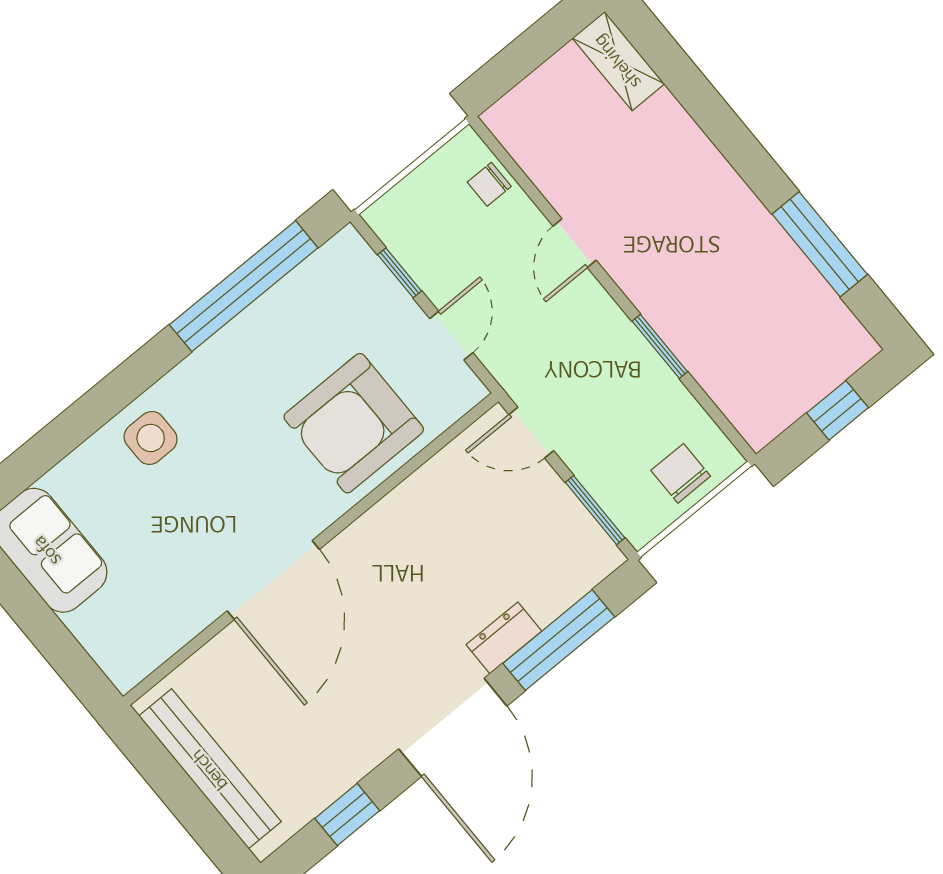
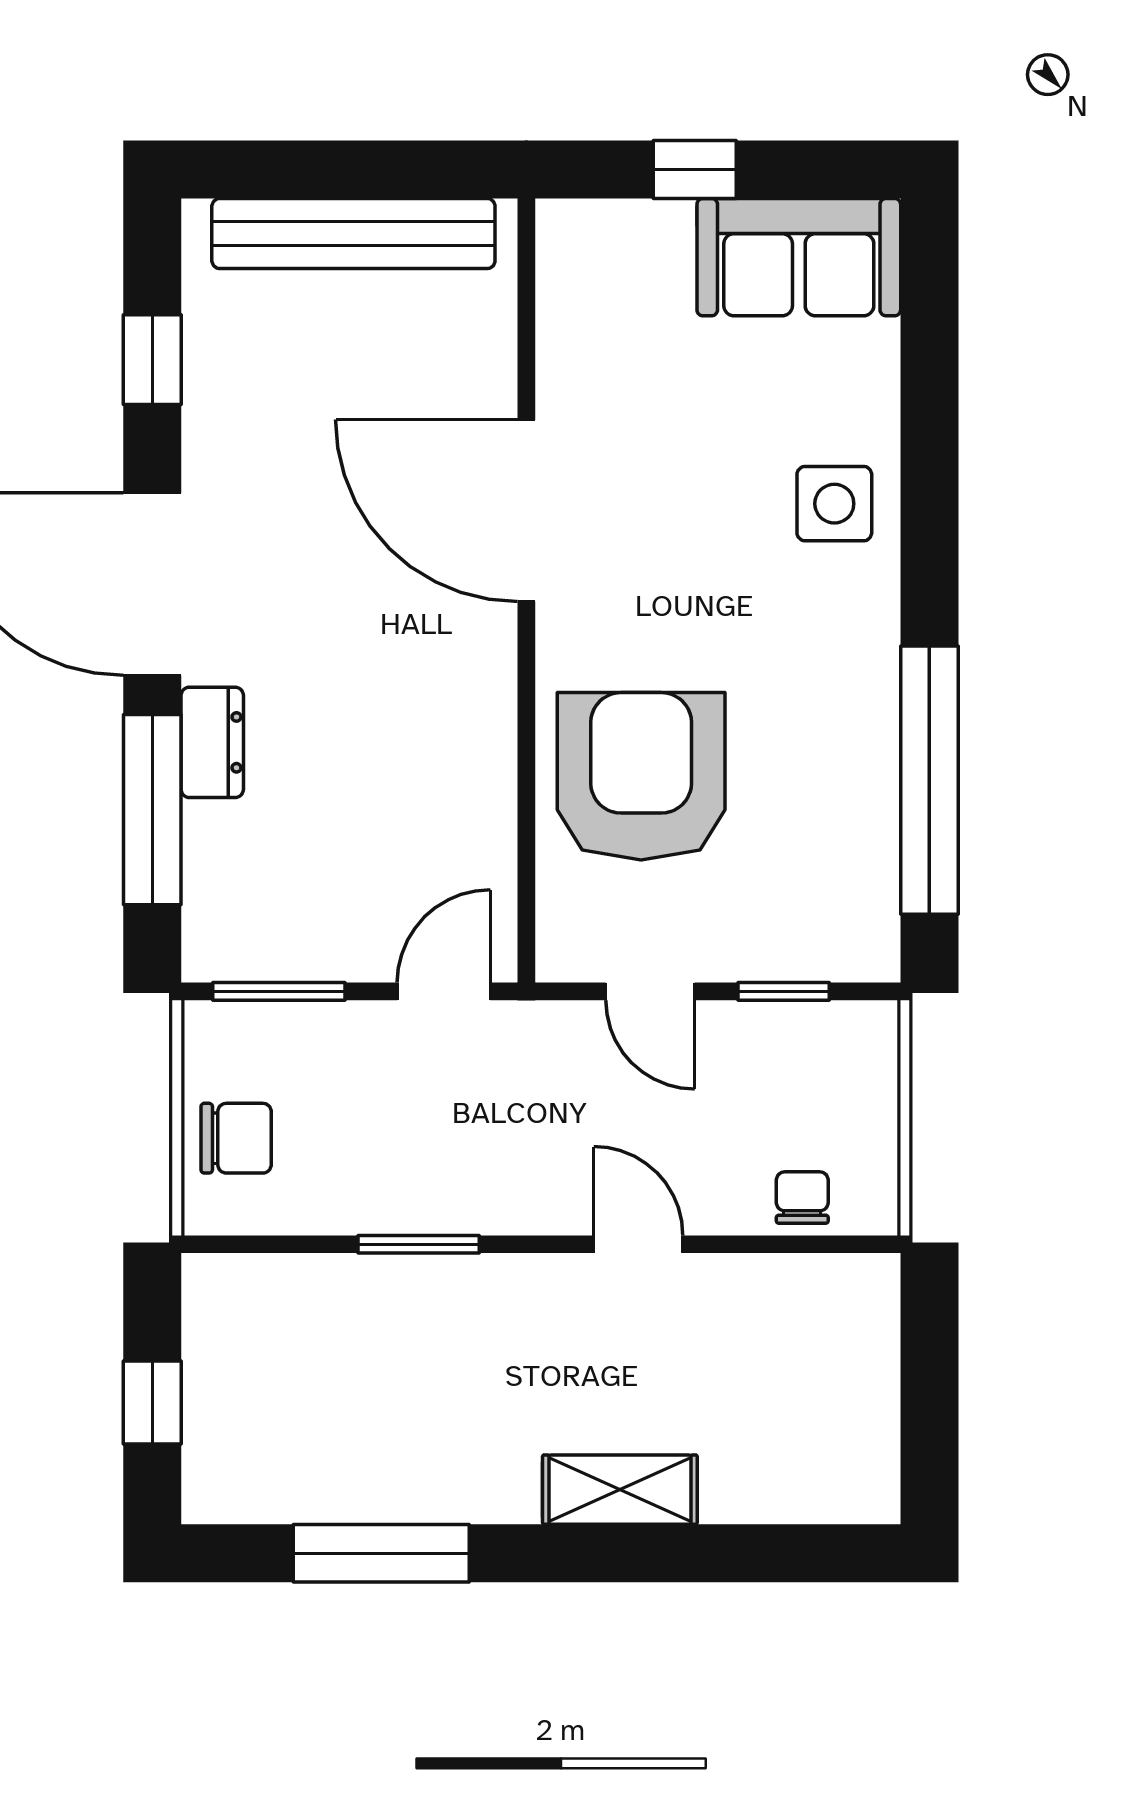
shelving: (618, 61) -> (620, 1490), moved
window: (48, 633) -> (695, 169), added

